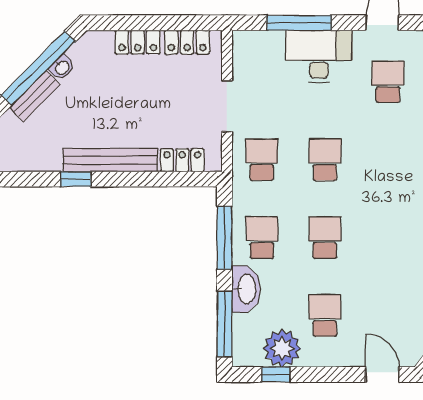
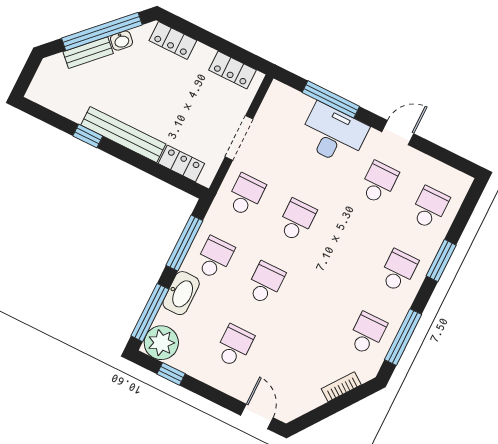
locker: (138, 42) -> (173, 40), moved
plant: (282, 348) -> (161, 343), moved

